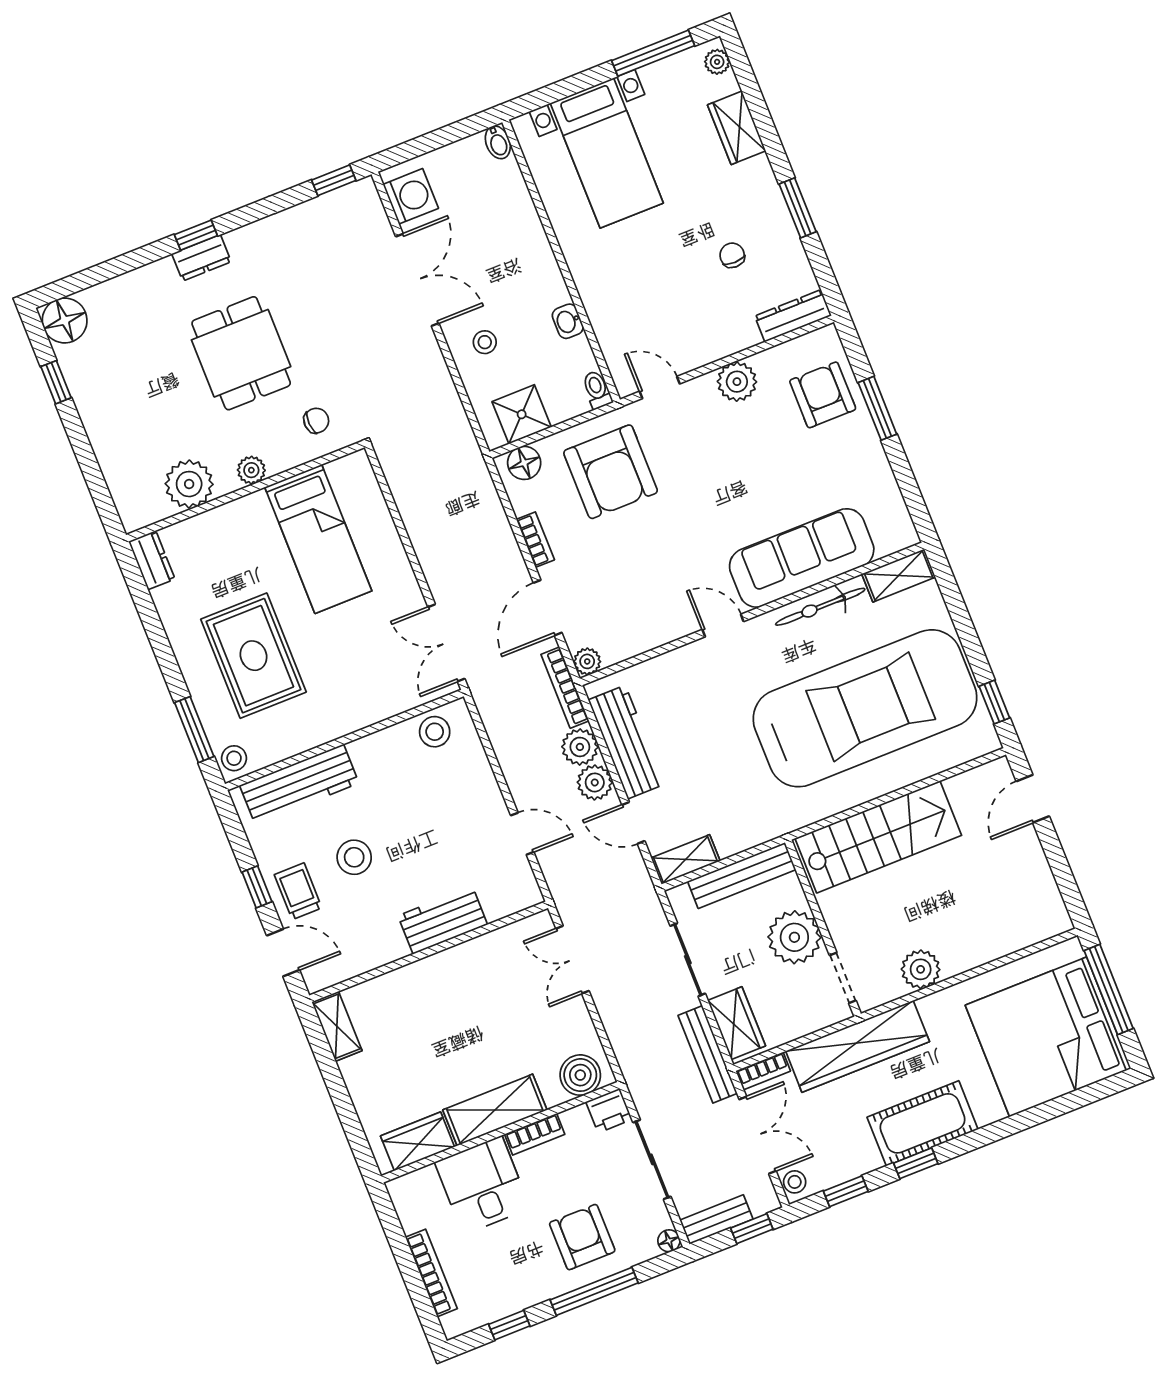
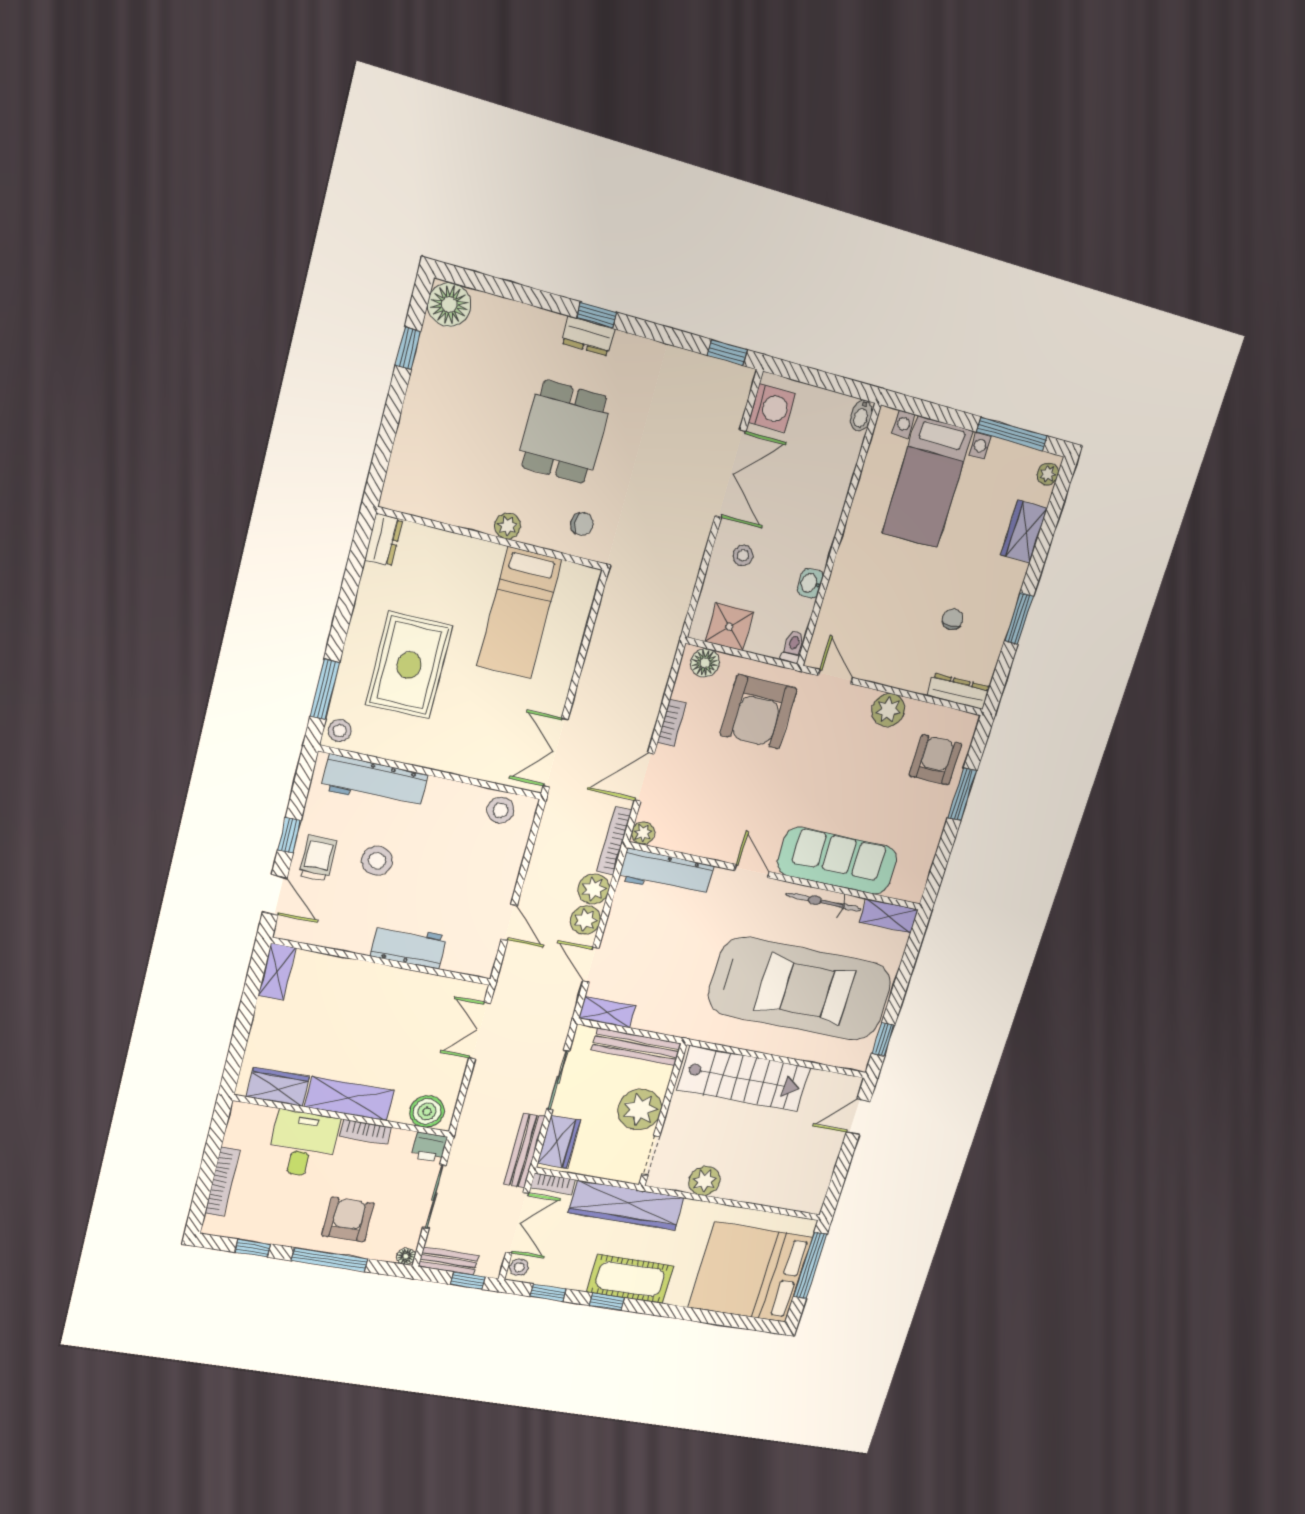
plant: (189, 484) -> (454, 503), removed
workbench: (626, 742) -> (666, 873), moved, turned 90

